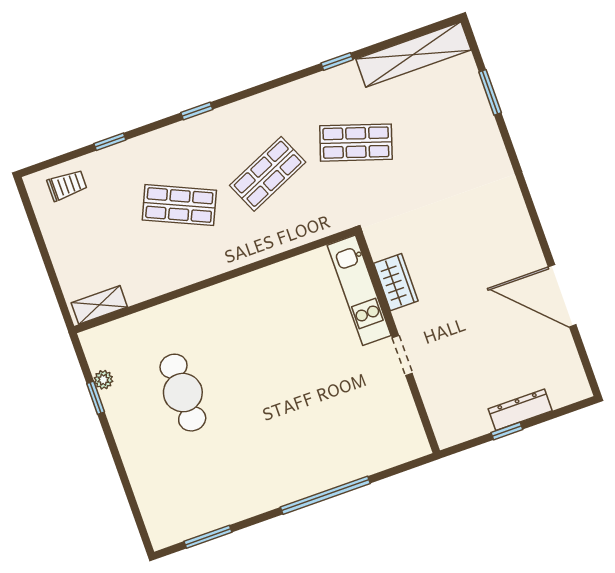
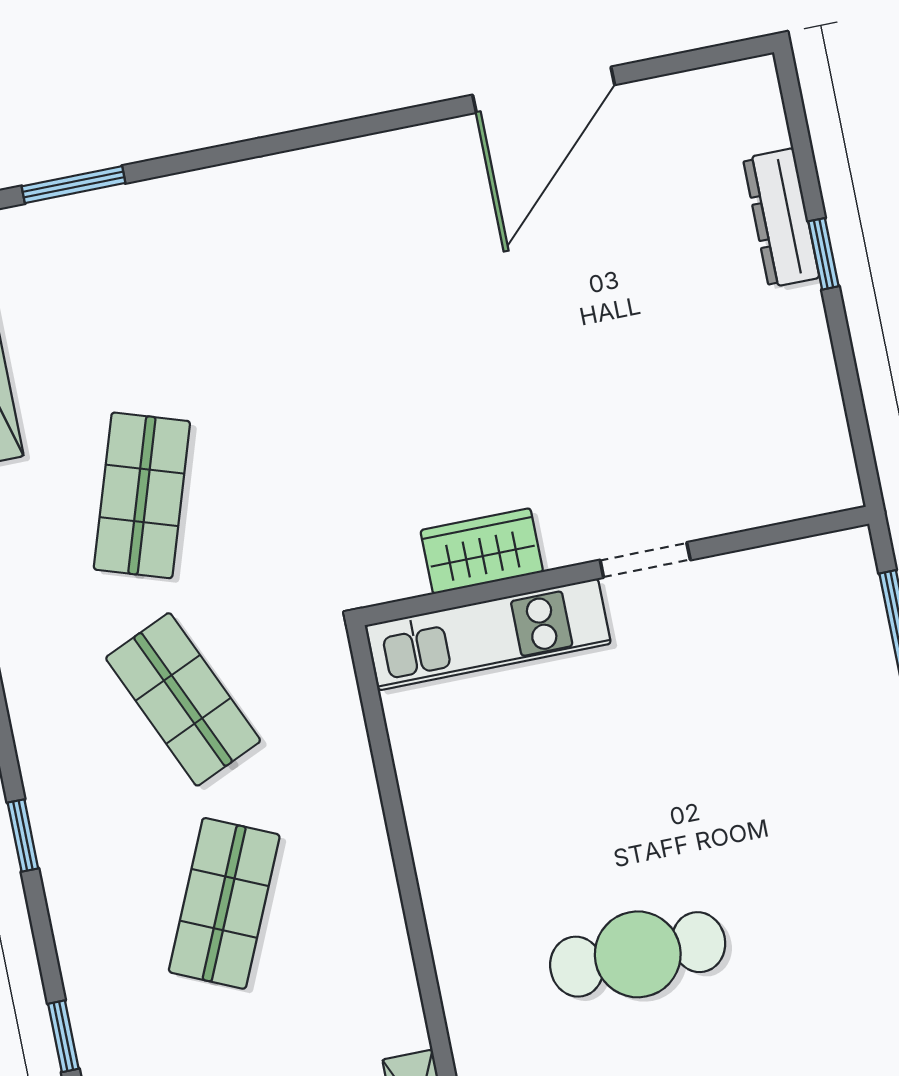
wardrobe: (396, 282) -> (482, 551), moved
kitchen unit: (359, 290) -> (488, 634), moved
wall: (398, 343) -> (615, 566), moved
doorway: (402, 356) -> (645, 560), moved

